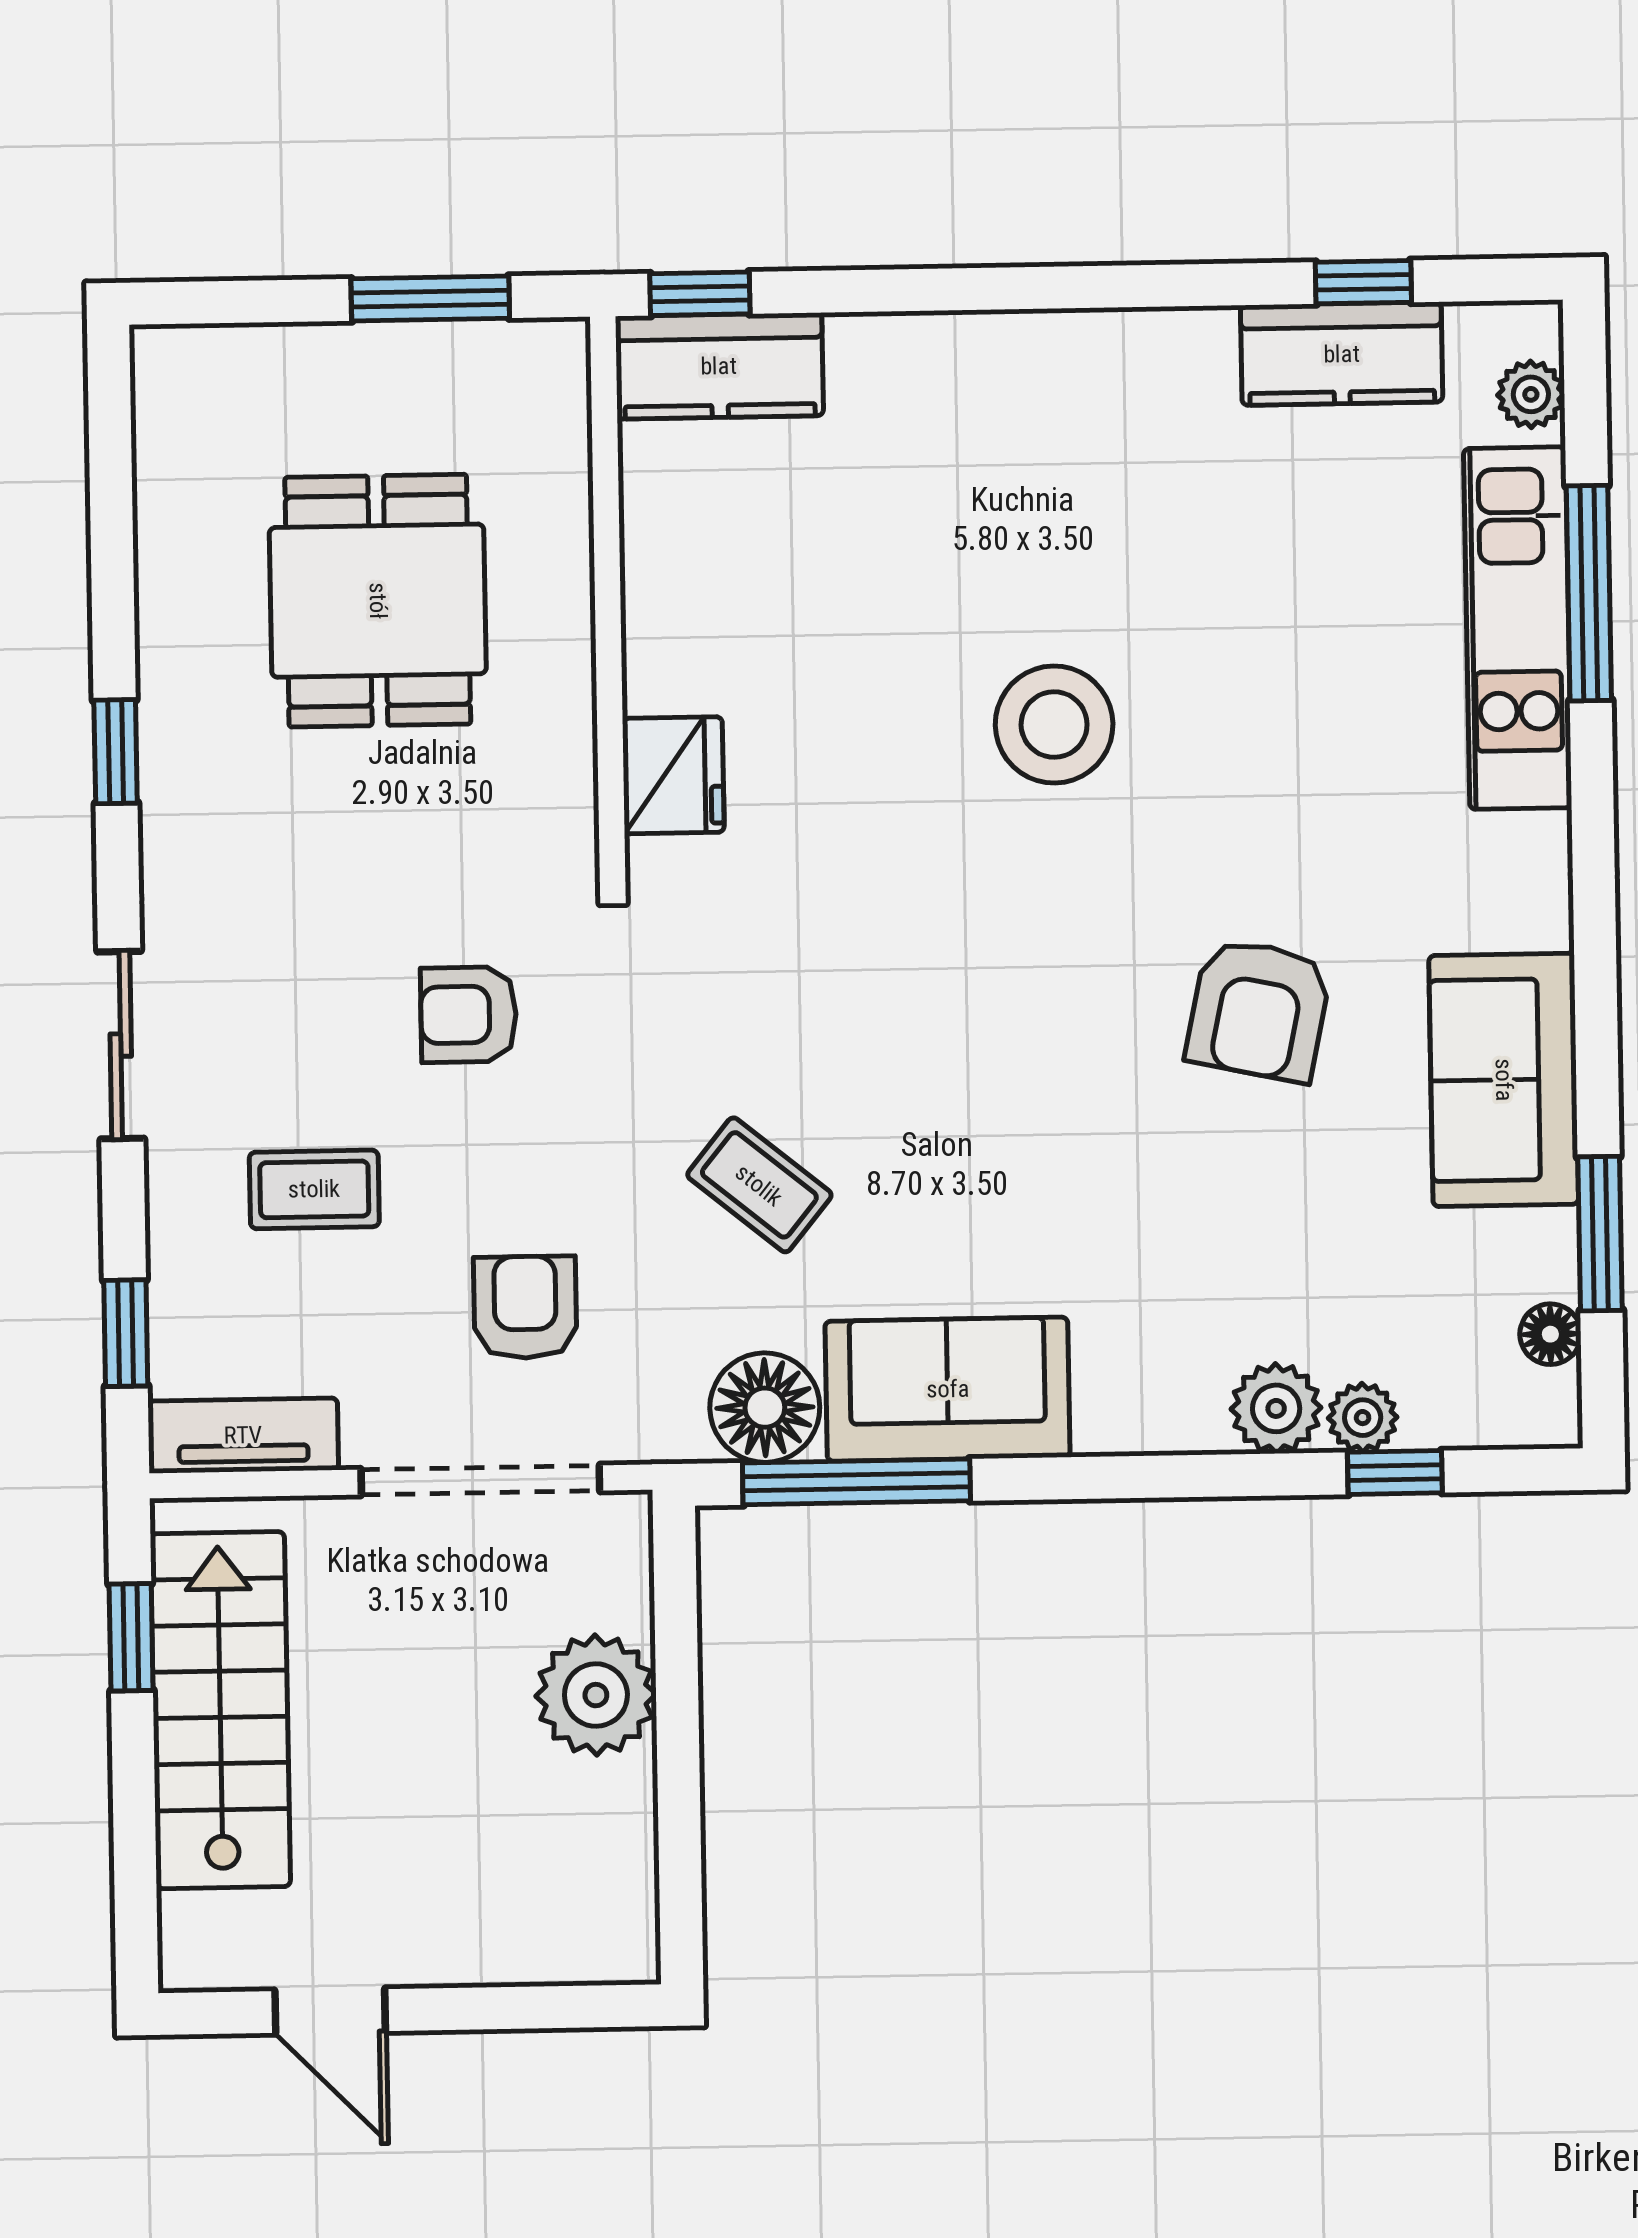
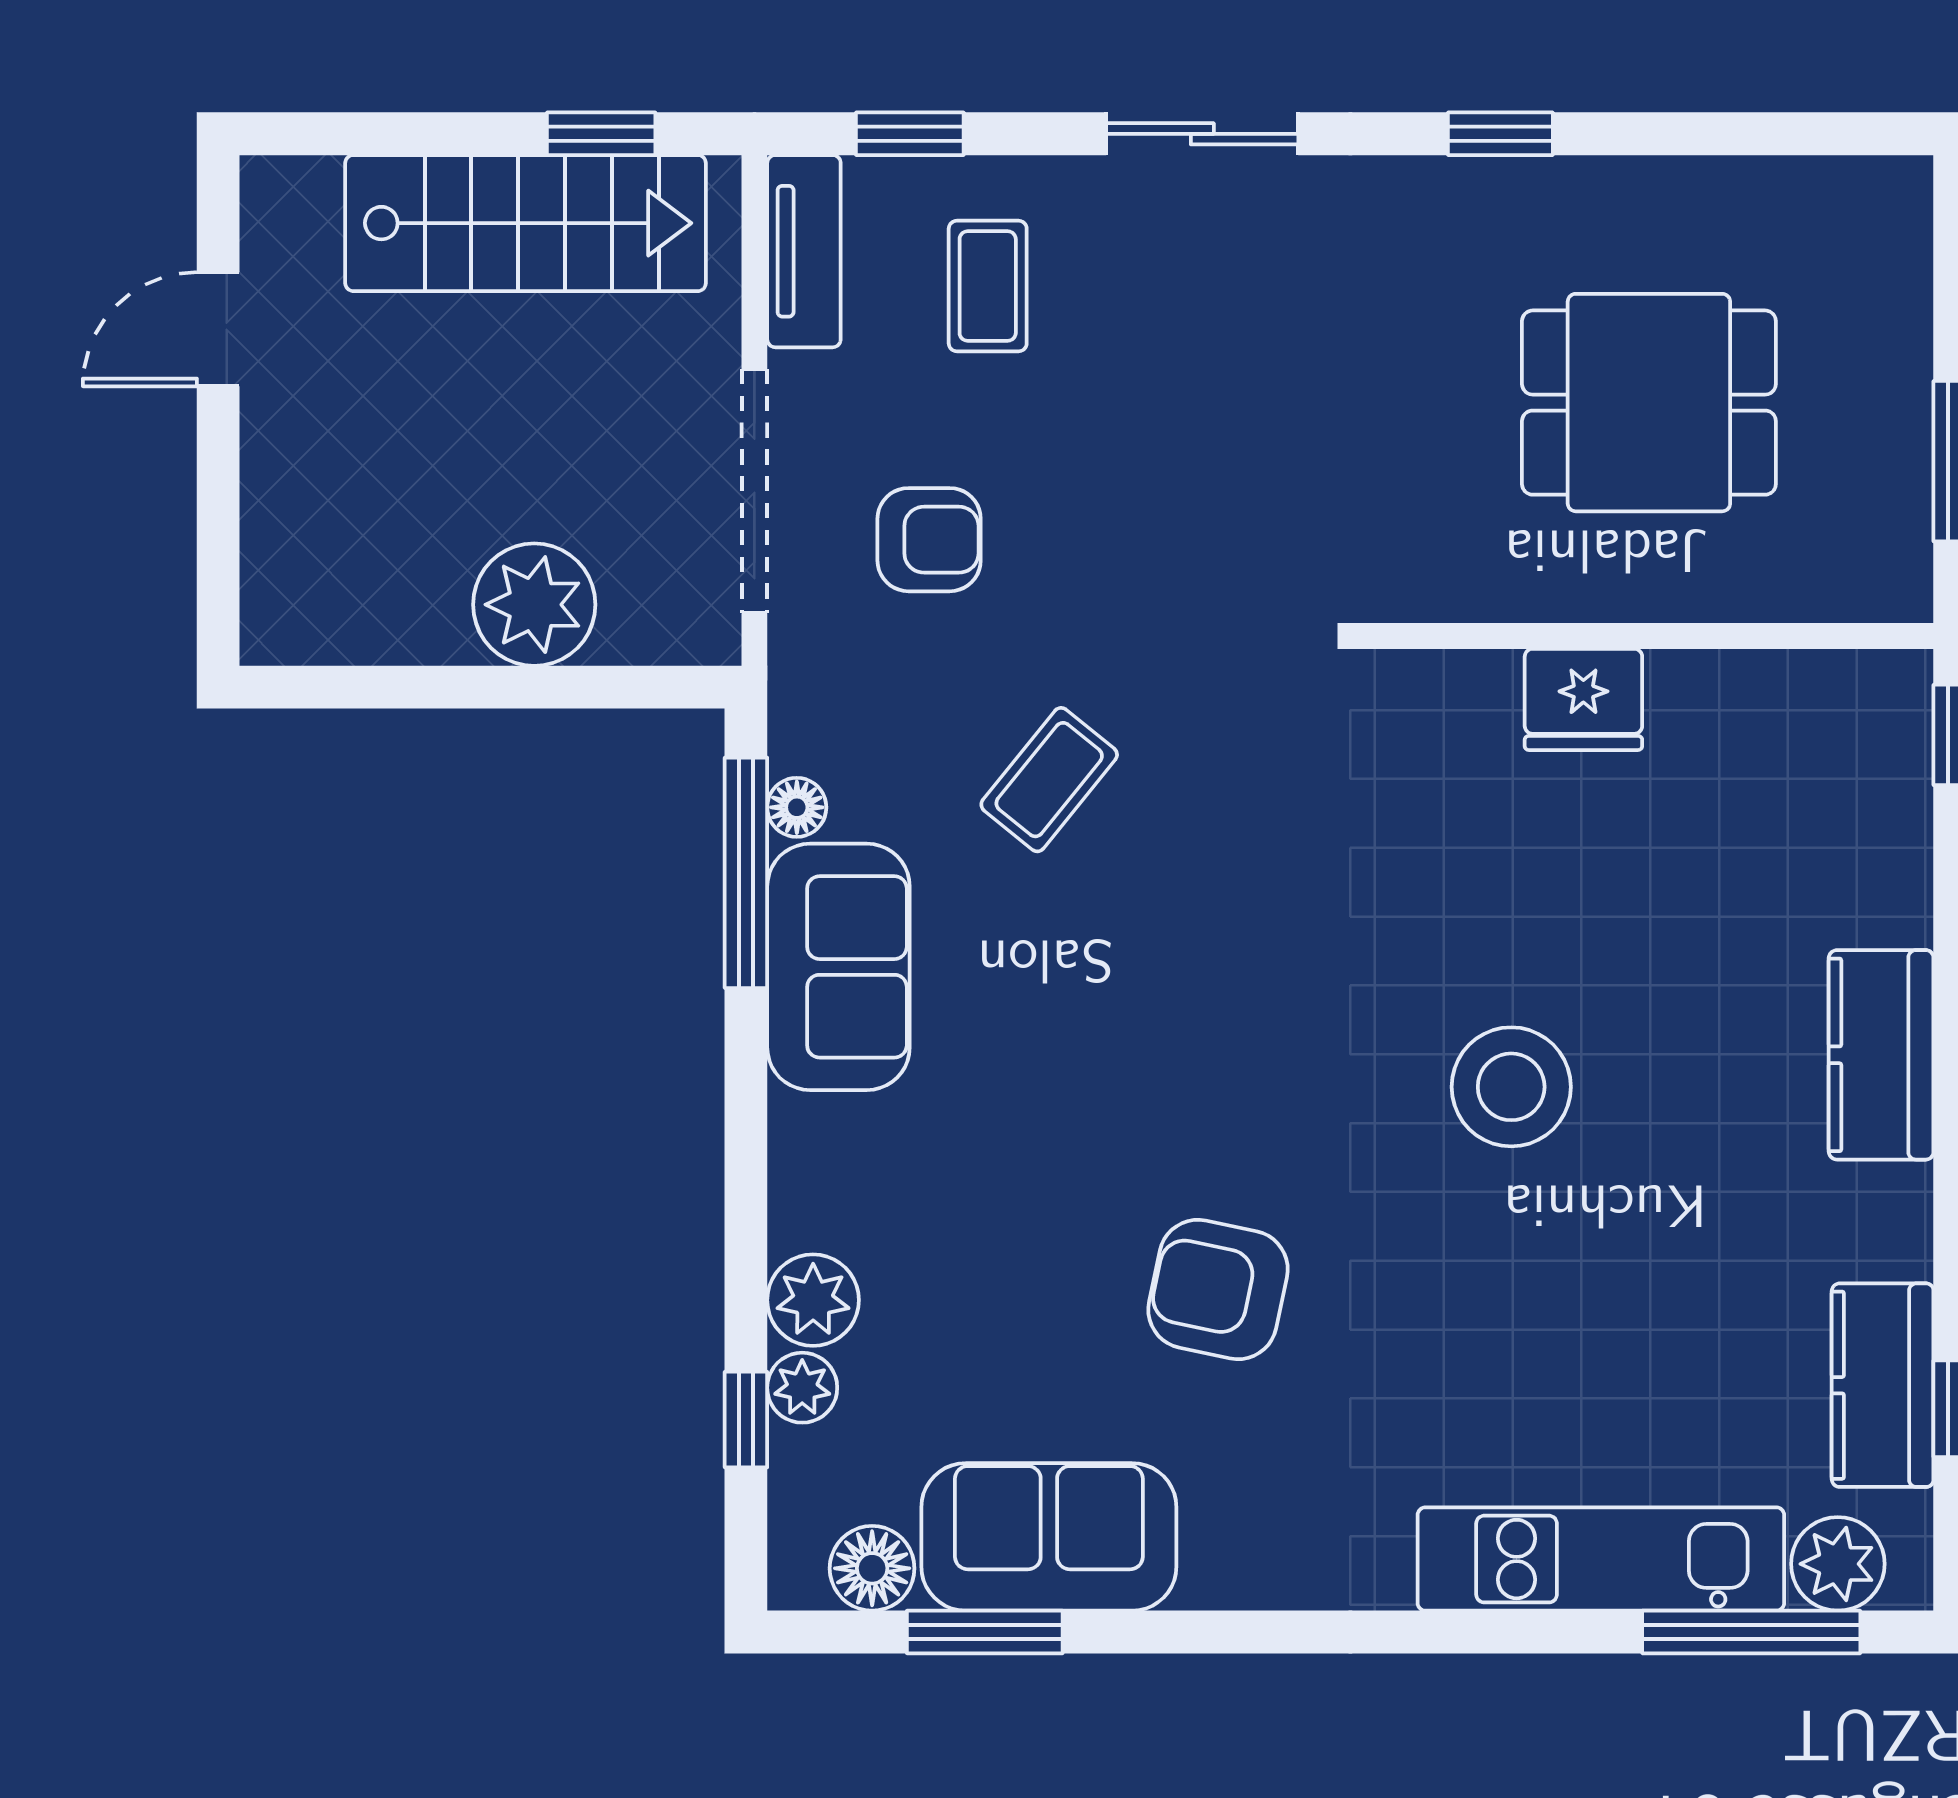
kitchen counter: (719, 366) -> (1881, 1055), moved
plant: (1531, 394) -> (1838, 1564), width x1.38, depth x1.38
window: (1589, 593) -> (1751, 1632), moved
fridge: (673, 775) -> (1583, 699), moved
armchair: (468, 1015) -> (1227, 487), removed
sofa: (1504, 1080) -> (1049, 1537), moved
coffee table: (314, 1189) -> (988, 286), moved
floor lamp: (1550, 1334) -> (872, 1568), width x1.37, depth x1.37
floor lamp: (765, 1408) -> (797, 807), width x0.53, depth x0.53

